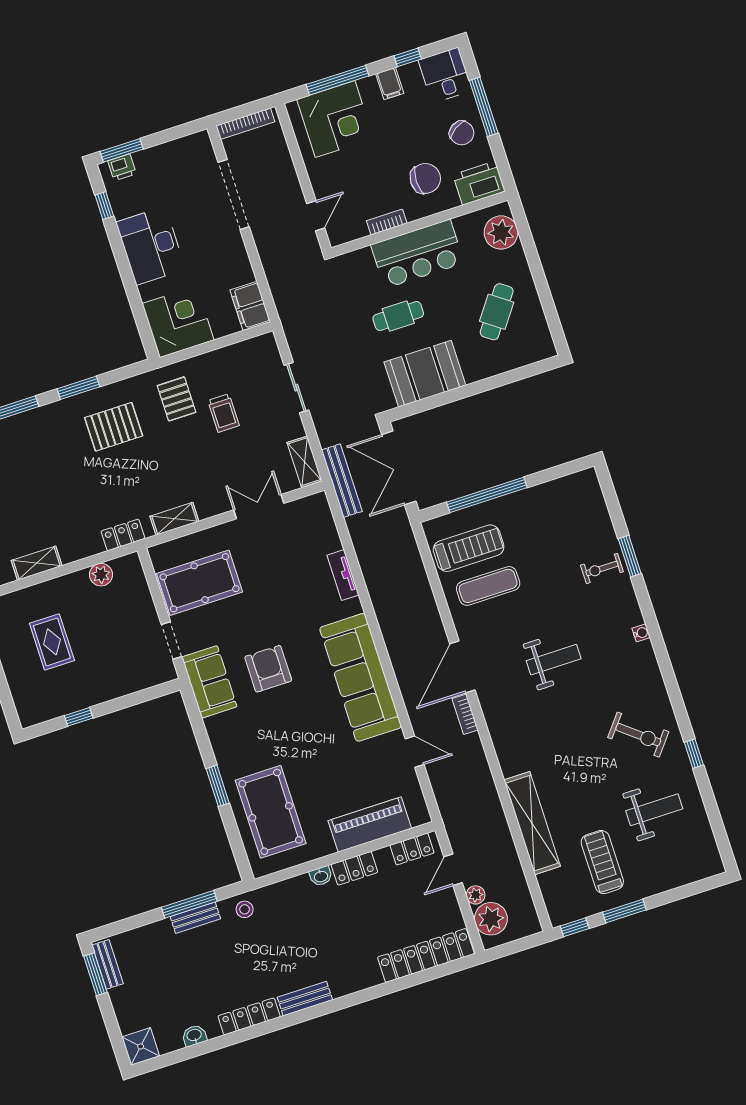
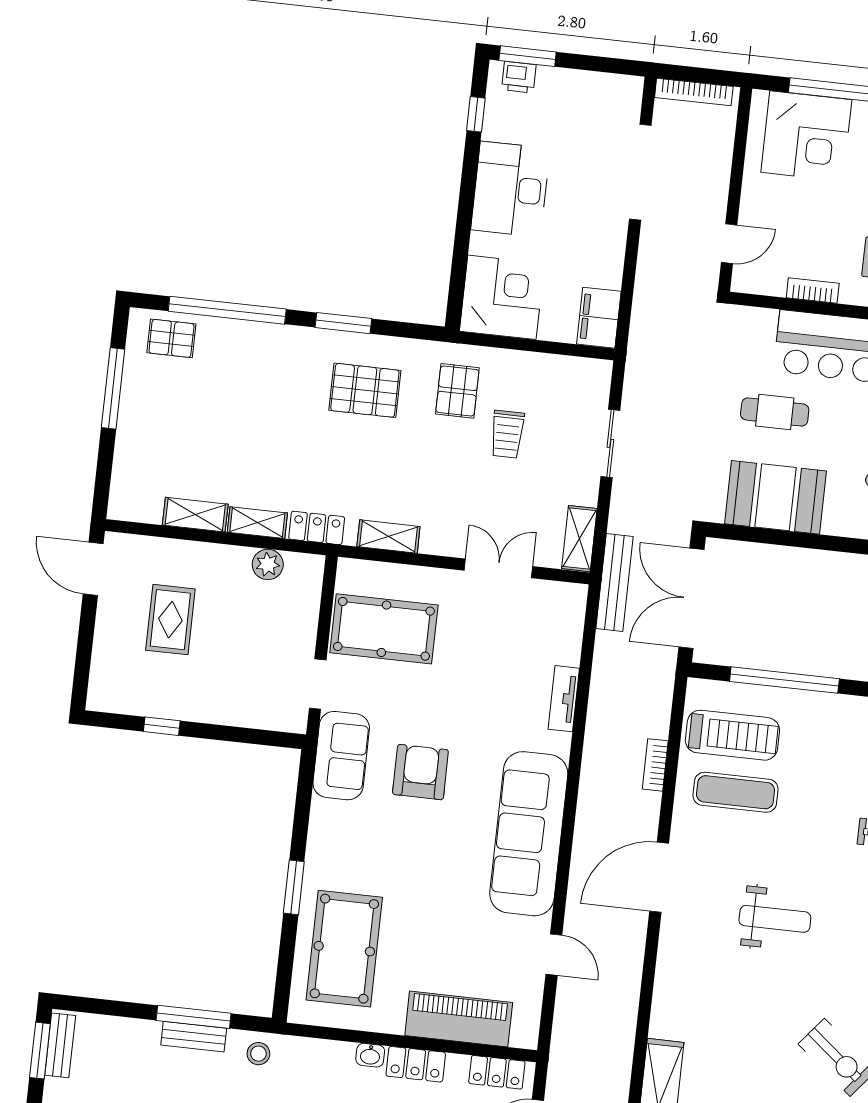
shelving: (81, 550) -> (257, 523), added
bookcase: (465, 714) -> (655, 765), moved

